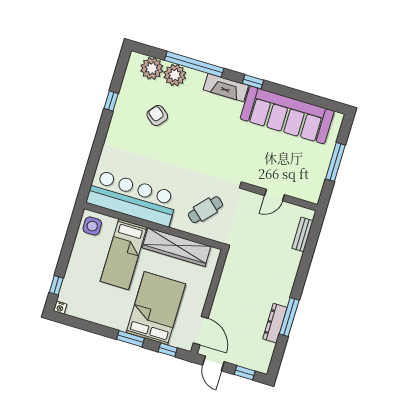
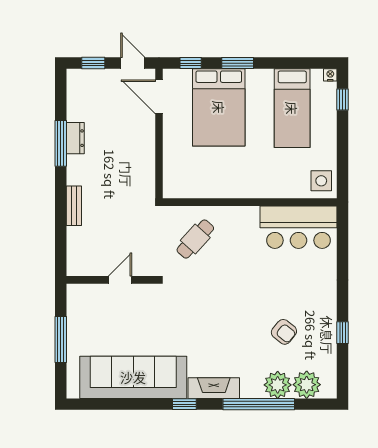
bar counter: (132, 198) -> (299, 227), width x0.73
bench: (302, 234) -> (74, 206), moved
wardrobe: (176, 247) -> (216, 185), removed
bed: (124, 254) -> (292, 108), moved, turned 180
dresser: (275, 323) -> (75, 138), width x0.70

